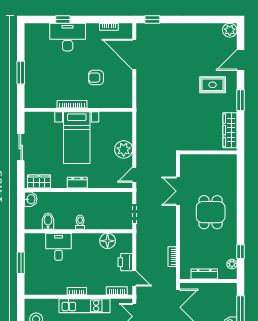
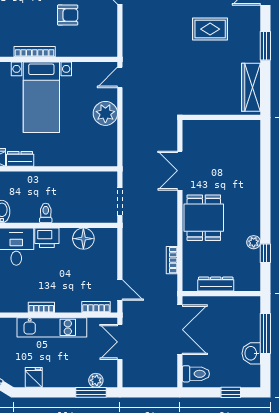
armchair: (96, 78) -> (68, 15), turned 180
rug: (213, 85) -> (210, 29), moved
door: (134, 175) -> (120, 77), moved
dresser: (77, 183) -> (20, 159), moved
dining table: (211, 212) -> (204, 218), moved
printer: (125, 262) -> (47, 238), moved, turned -90
plant: (232, 264) -> (254, 242), moved

